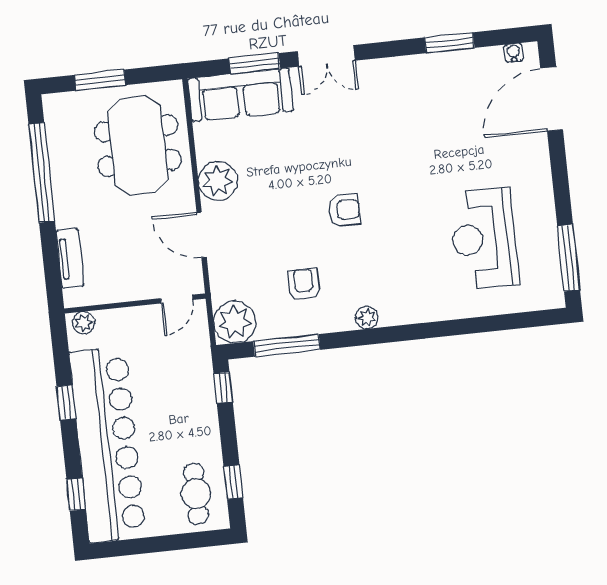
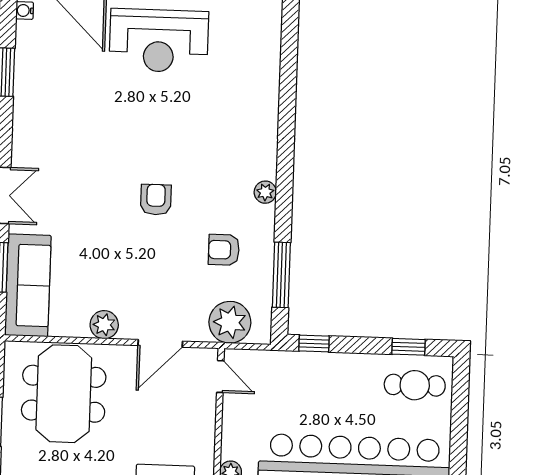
meeting table: (138, 146) -> (64, 394), turned 90
plant: (218, 181) -> (104, 325), width x0.73, depth x0.73
reception desk: (484, 238) -> (159, 41), moved
plant: (235, 322) -> (230, 322), moved

